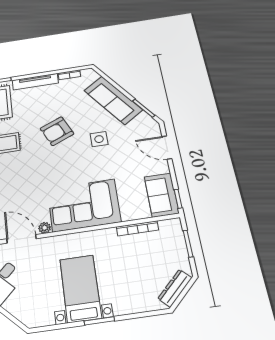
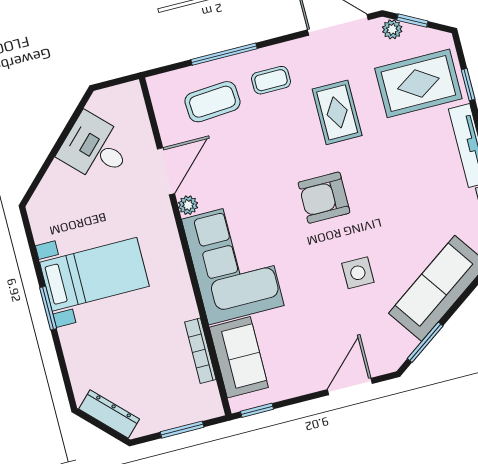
armchair: (57, 131) -> (324, 198), moved, turned -66
sofa: (162, 195) -> (239, 357), moved, turned 90

